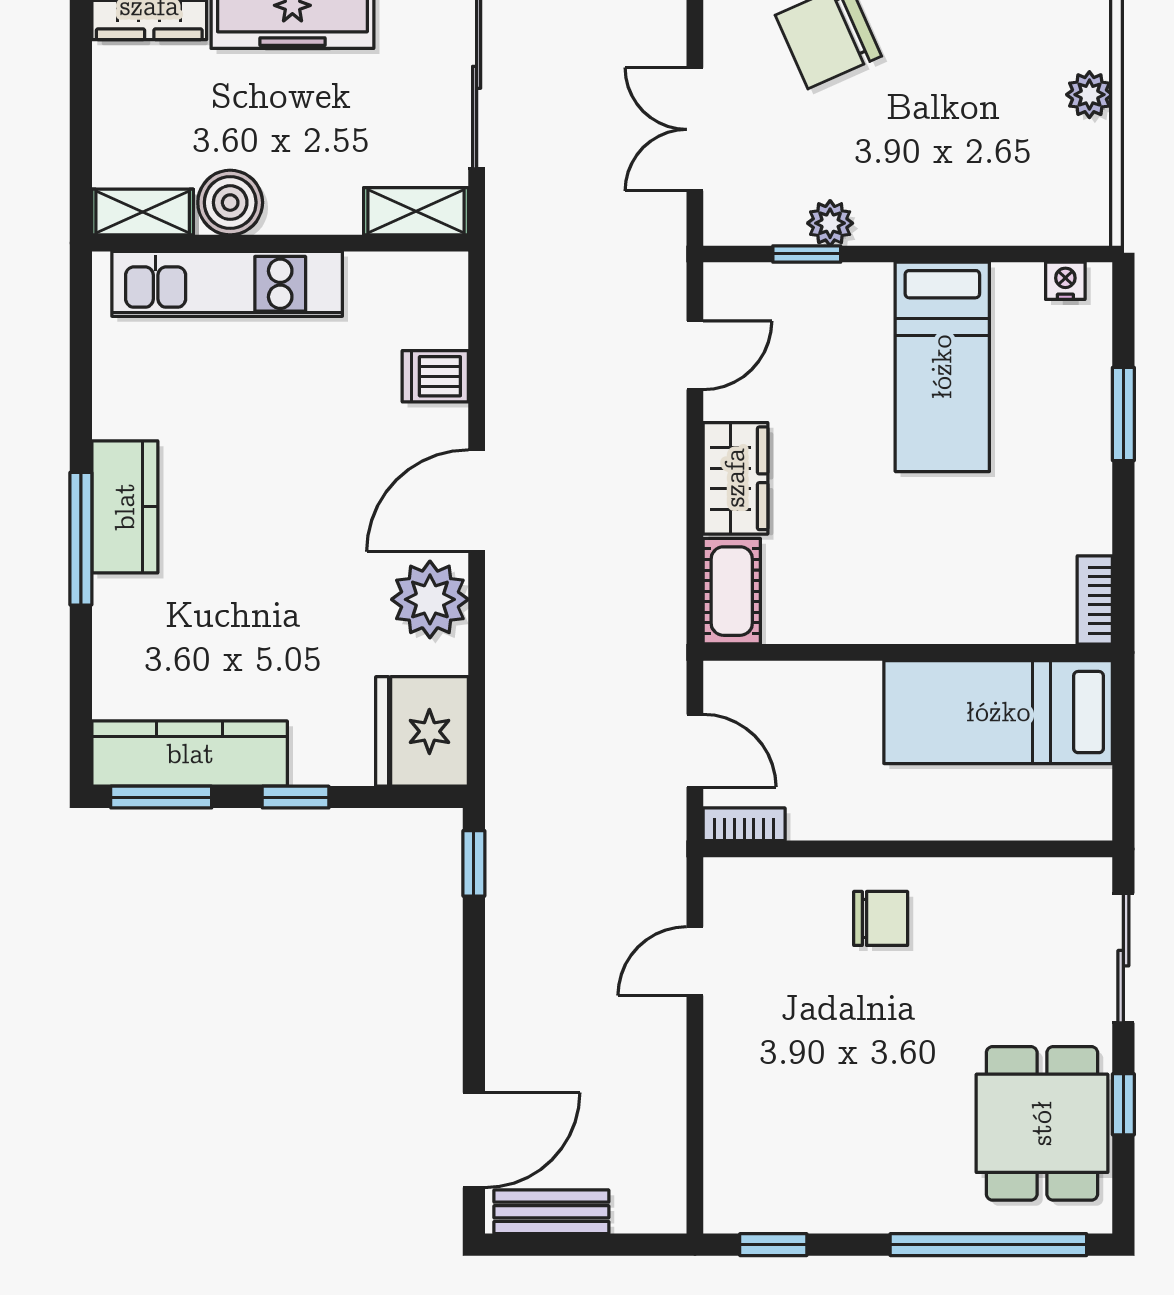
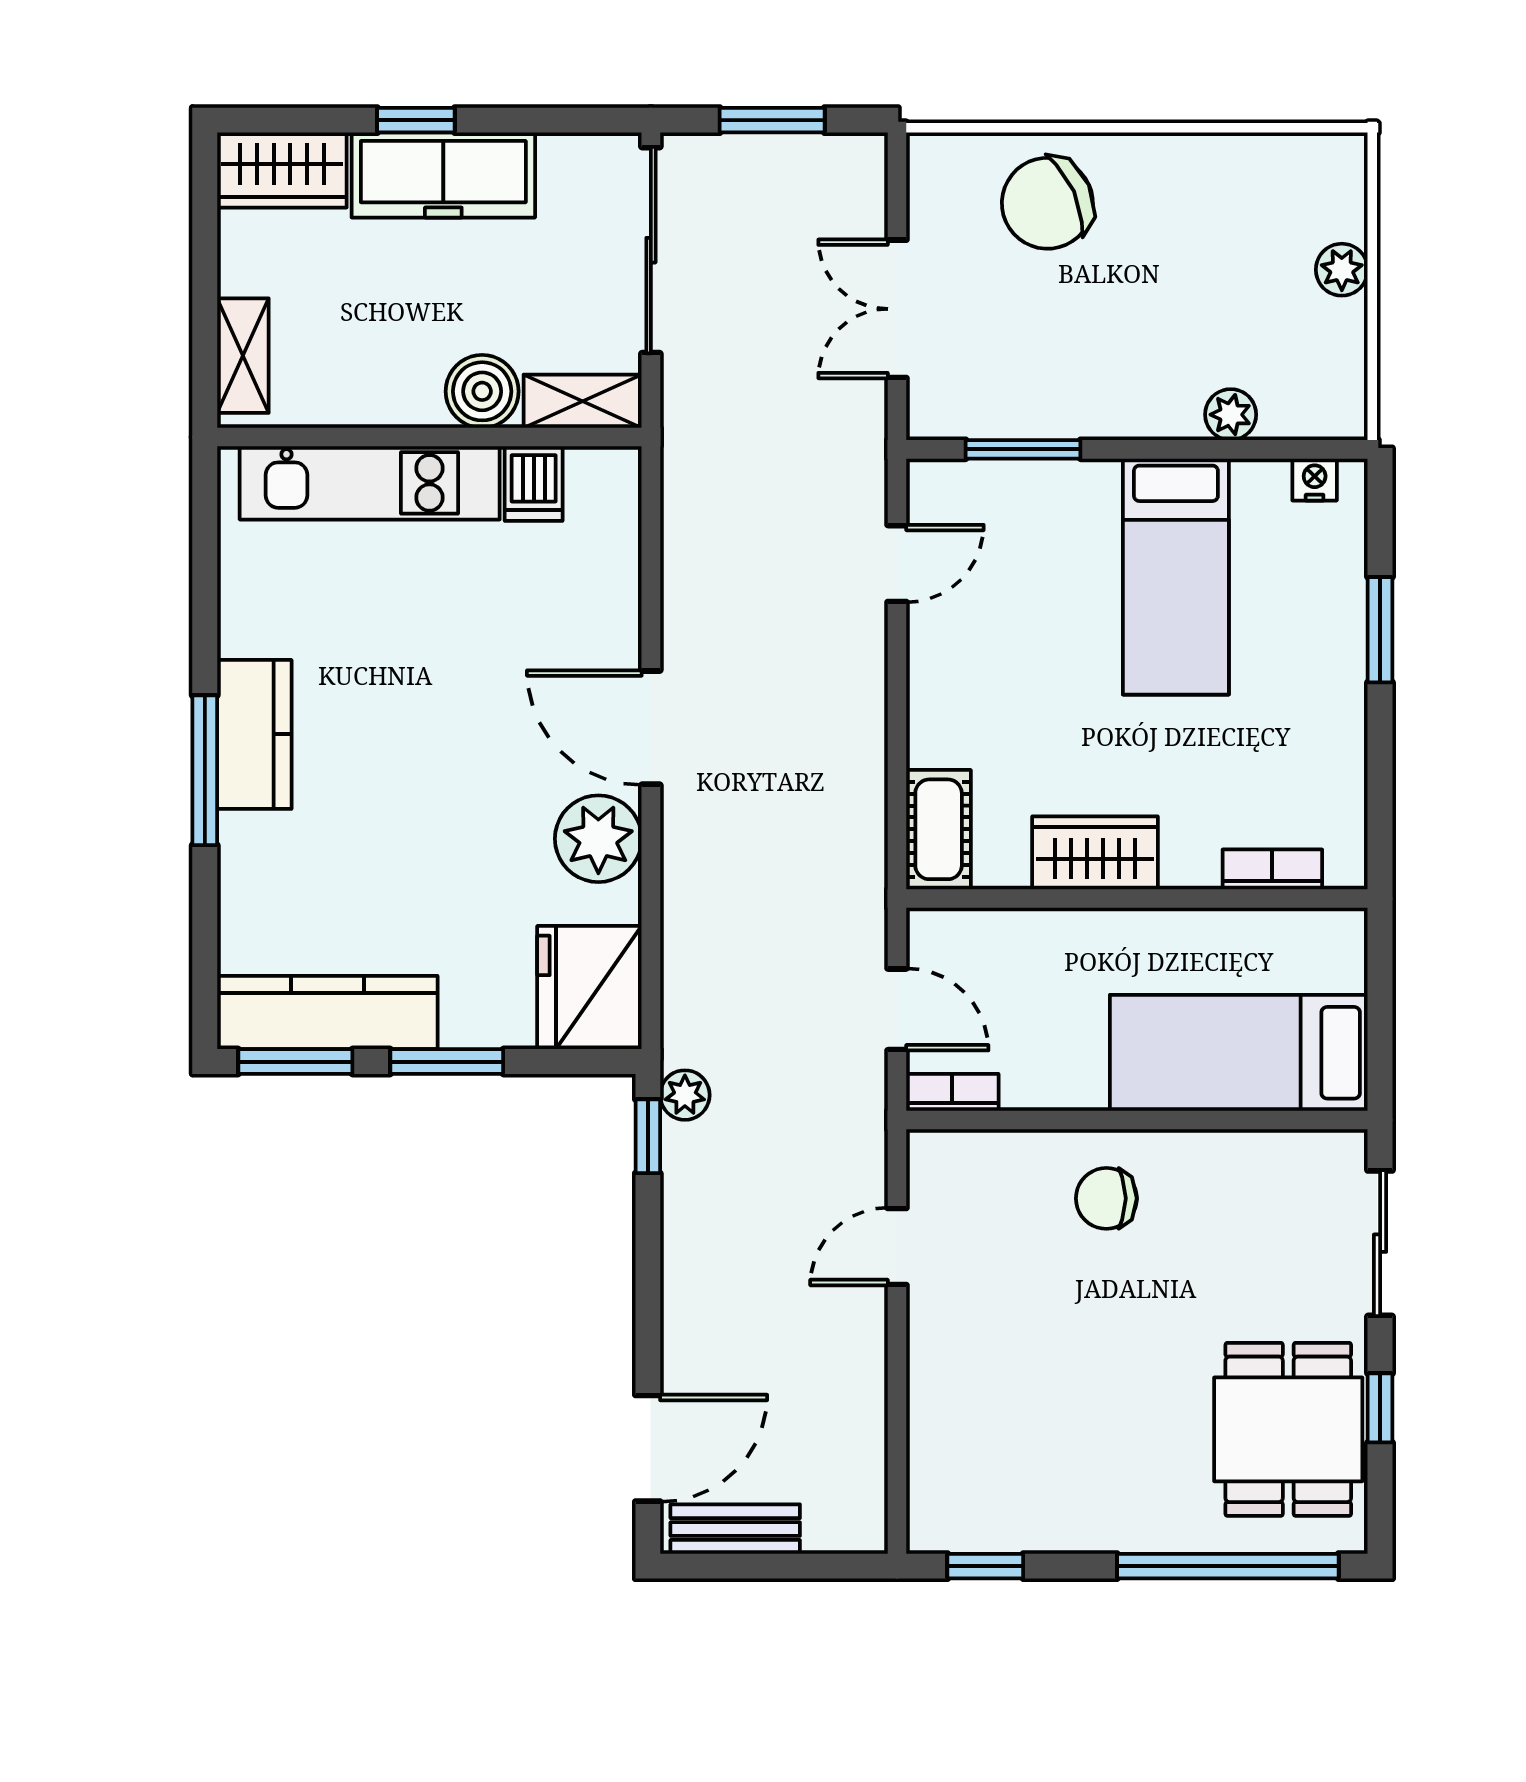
boiler: (230, 203) -> (482, 391), moved
shelving: (143, 212) -> (243, 356), moved, turned 90
plant: (830, 223) -> (1231, 415), moved
window: (807, 254) -> (1023, 449), width x1.50
dishwasher: (435, 376) -> (534, 484), moved, turned -90
wardrobe: (735, 478) -> (1095, 853), moved, turned -90
door: (477, 501) -> (651, 728), hinge flipped
bookcase: (1095, 600) -> (1272, 869), moved, turned 90
bed: (998, 712) -> (1239, 1053), moved
window: (296, 797) -> (447, 1062), width x1.50
plant: (507, 827) -> (685, 1095), added
chair: (881, 918) -> (1106, 1198), turned 180

